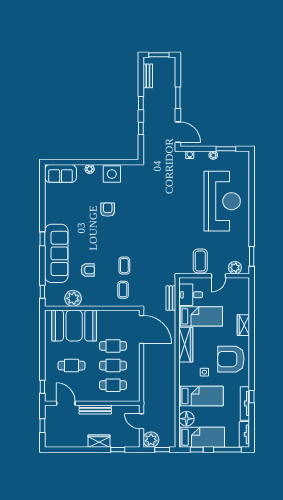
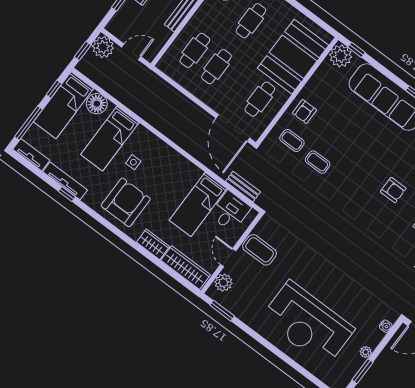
armchair: (88, 270) -> (304, 112), moved
plant: (73, 298) -> (341, 56), moved
door: (142, 329) -> (233, 128), hinge flipped
wardrobe: (186, 345) -> (186, 268), moved, turned 180
cafe table: (113, 346) -> (260, 99), moved

